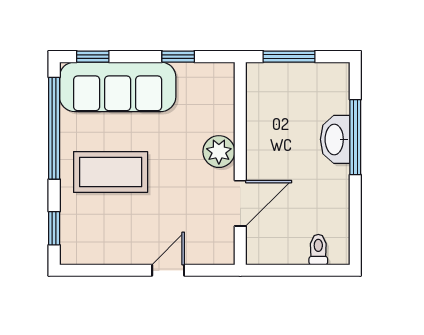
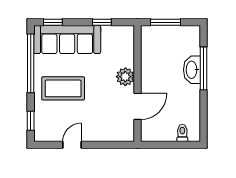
door: (168, 270) -> (72, 145), moved

